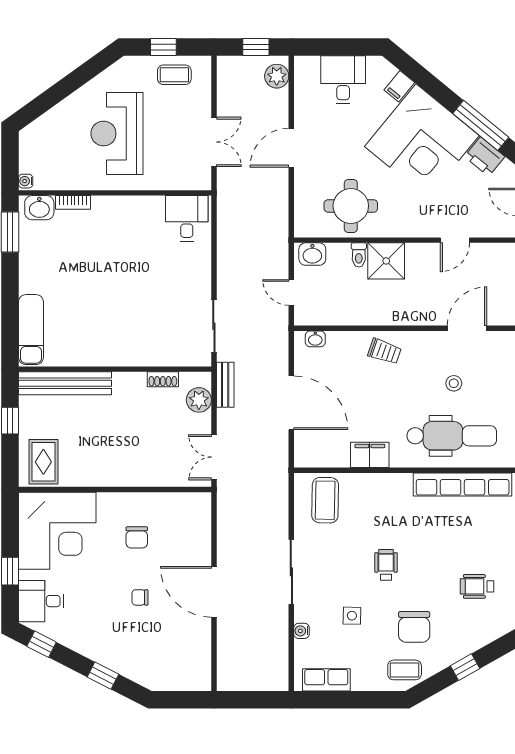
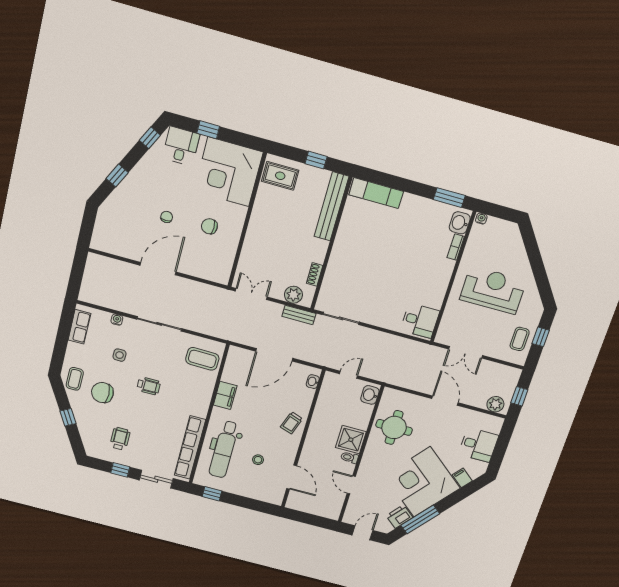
toilet: (359, 255) -> (350, 457), moved

